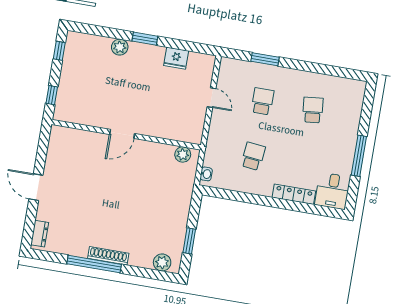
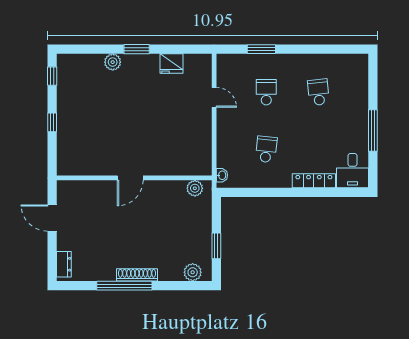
door: (122, 134) -> (130, 178), moved
wall: (126, 135) -> (134, 178), moved
plant: (183, 154) -> (195, 188), moved

